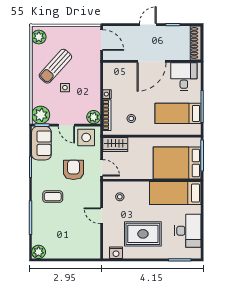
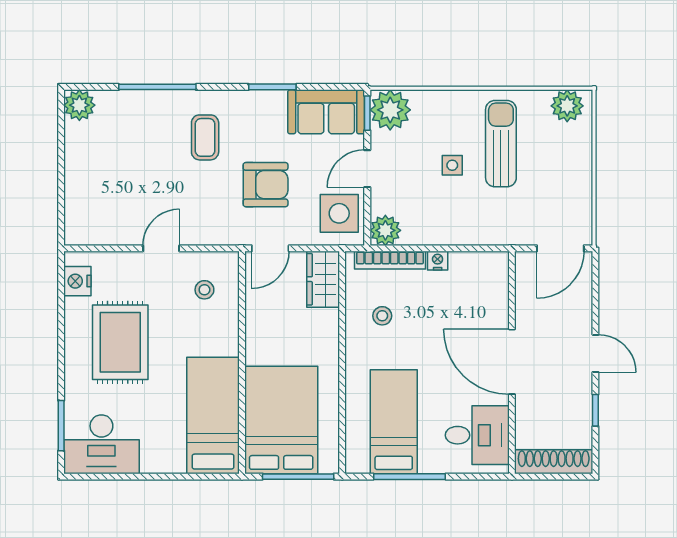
sun lounger: (55, 66) -> (501, 144), turned 48
desk: (188, 231) -> (101, 444), moved

